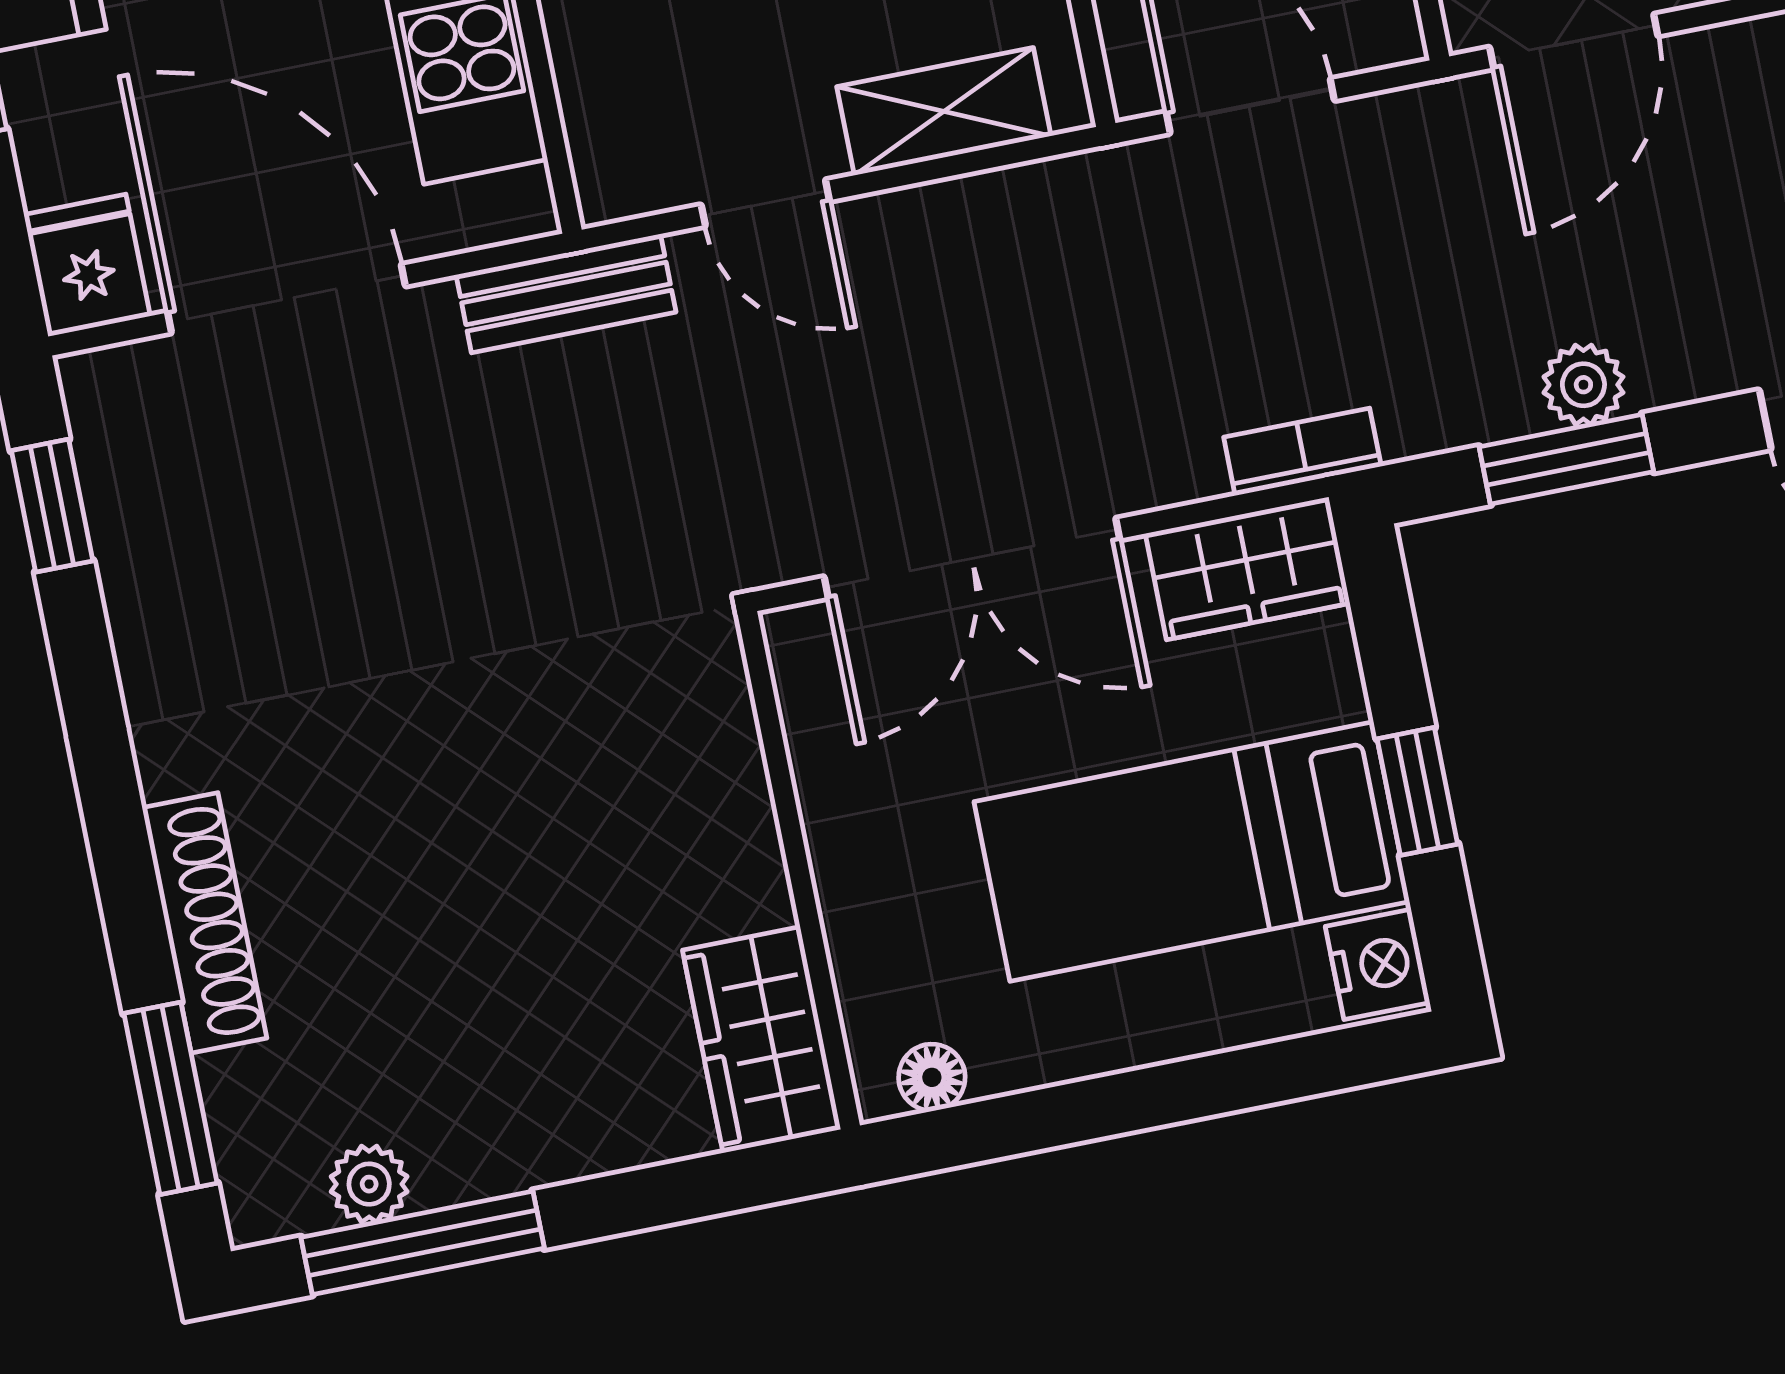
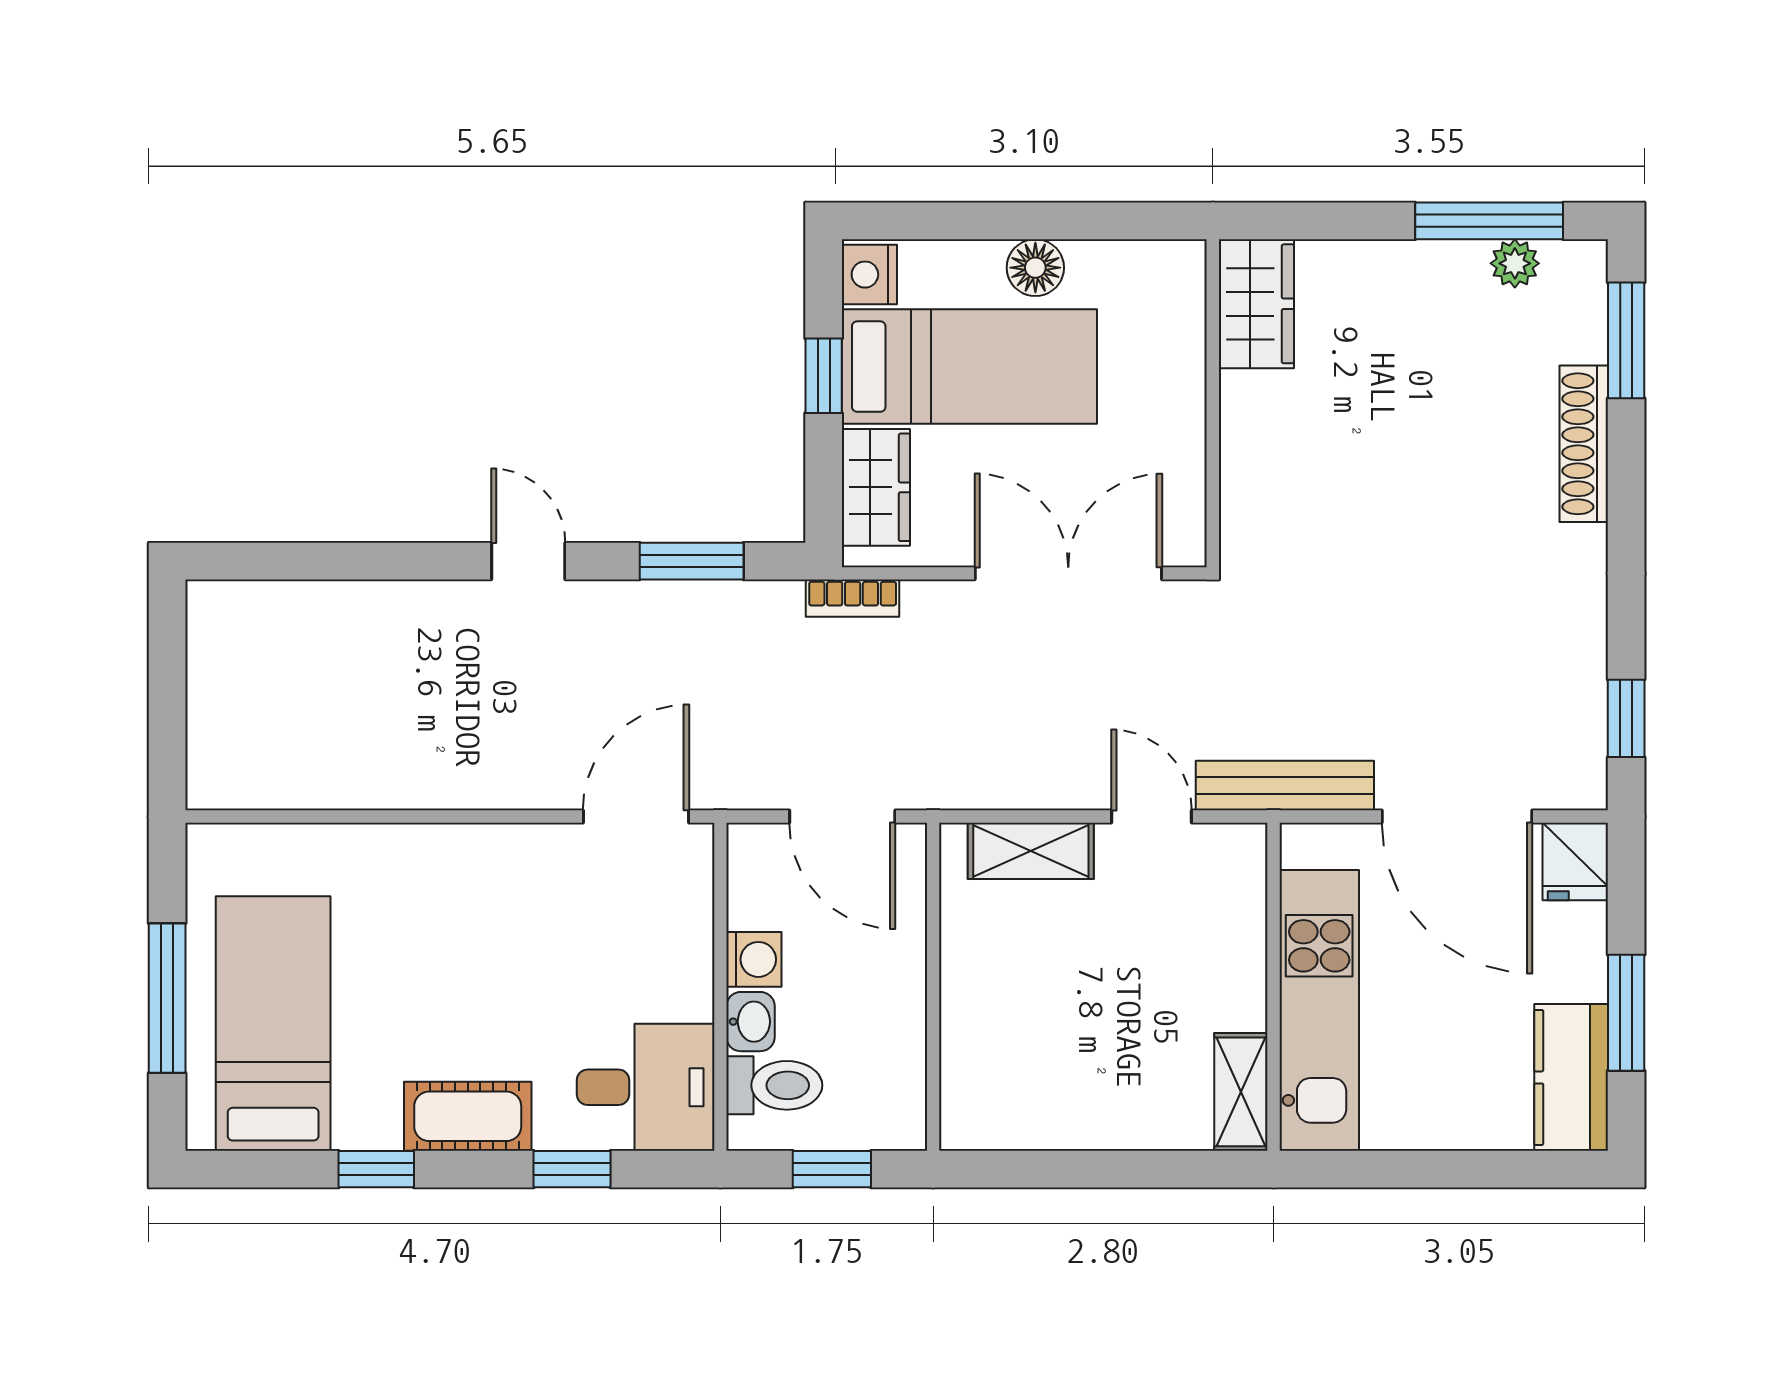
bench: (566, 293) -> (1285, 786), width x1.36
plant: (1583, 385) -> (672, 605), removed
wardrobe: (1248, 568) -> (876, 487), moved, turned 90
floor lamp: (932, 1077) -> (1035, 268), moved, width x1.37, depth x1.37

